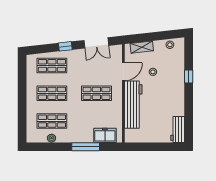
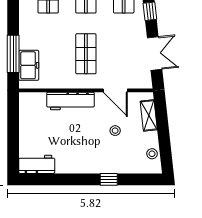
double door: (96, 43) -> (155, 53), swing flipped
workbench: (133, 105) -> (70, 101), width x0.73, depth x0.76
window: (86, 147) -> (13, 54), moved

